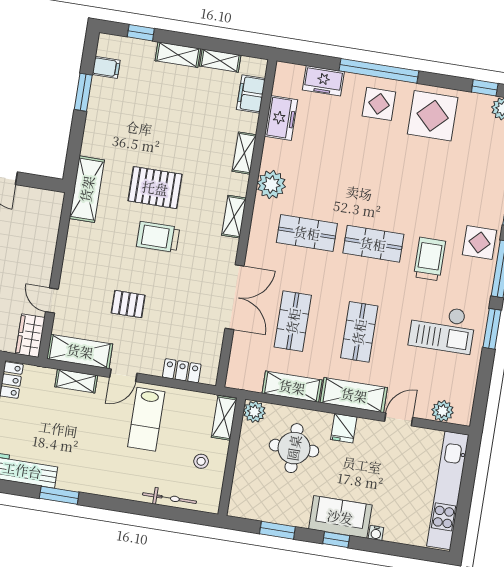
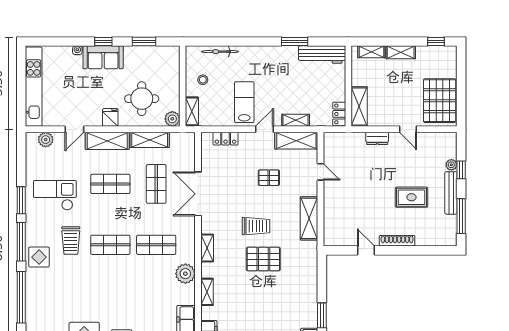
shelving: (87, 189) -> (309, 218), moved
shop shelf: (359, 332) -> (110, 184), turned 90
wardrobe: (30, 336) -> (331, 146), removed

